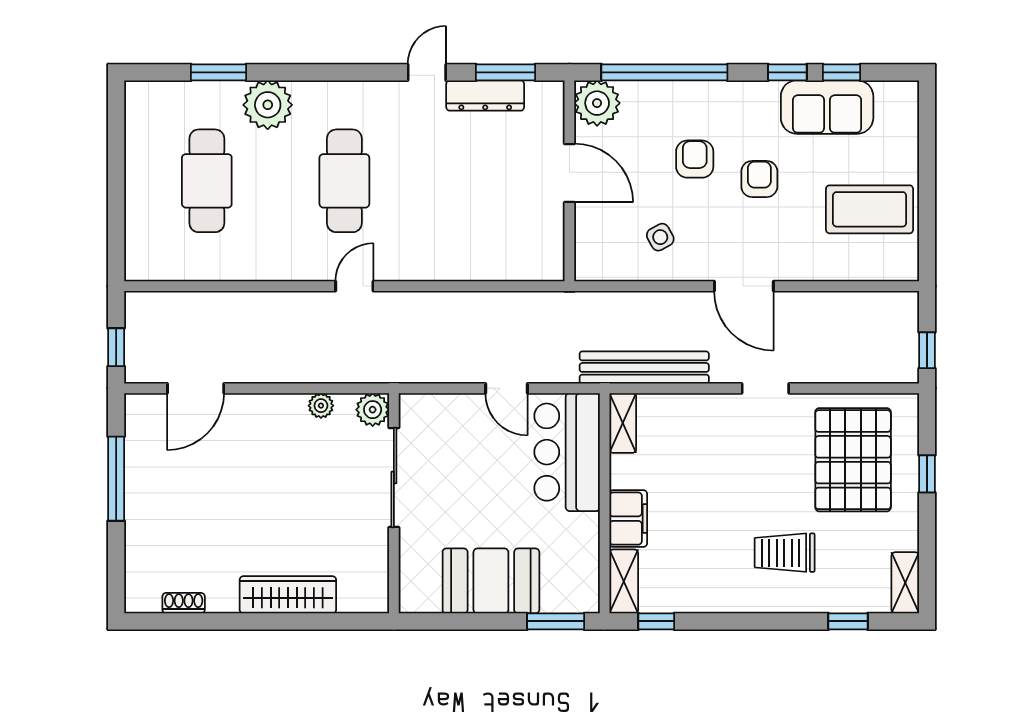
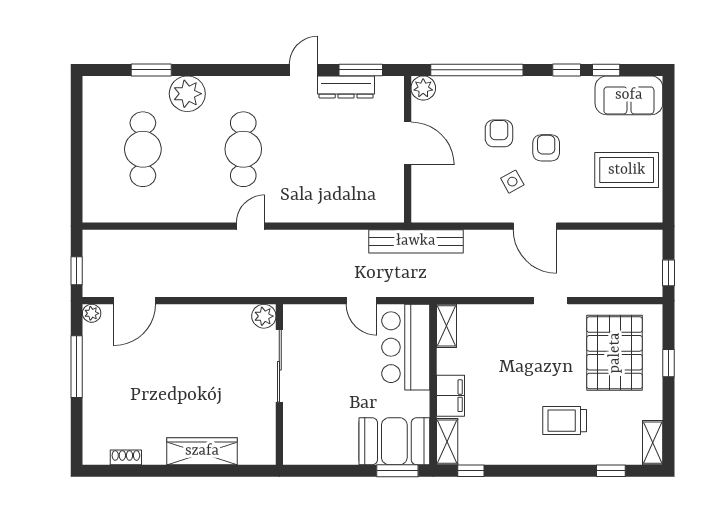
plant: (597, 103) -> (423, 88), width x0.73, depth x0.73
sofa: (827, 107) -> (629, 95), moved
side table: (660, 237) -> (512, 182), moved
bench: (644, 367) -> (416, 241), moved
plant: (321, 406) -> (92, 313), moved
booth: (491, 581) -> (394, 441), moved

